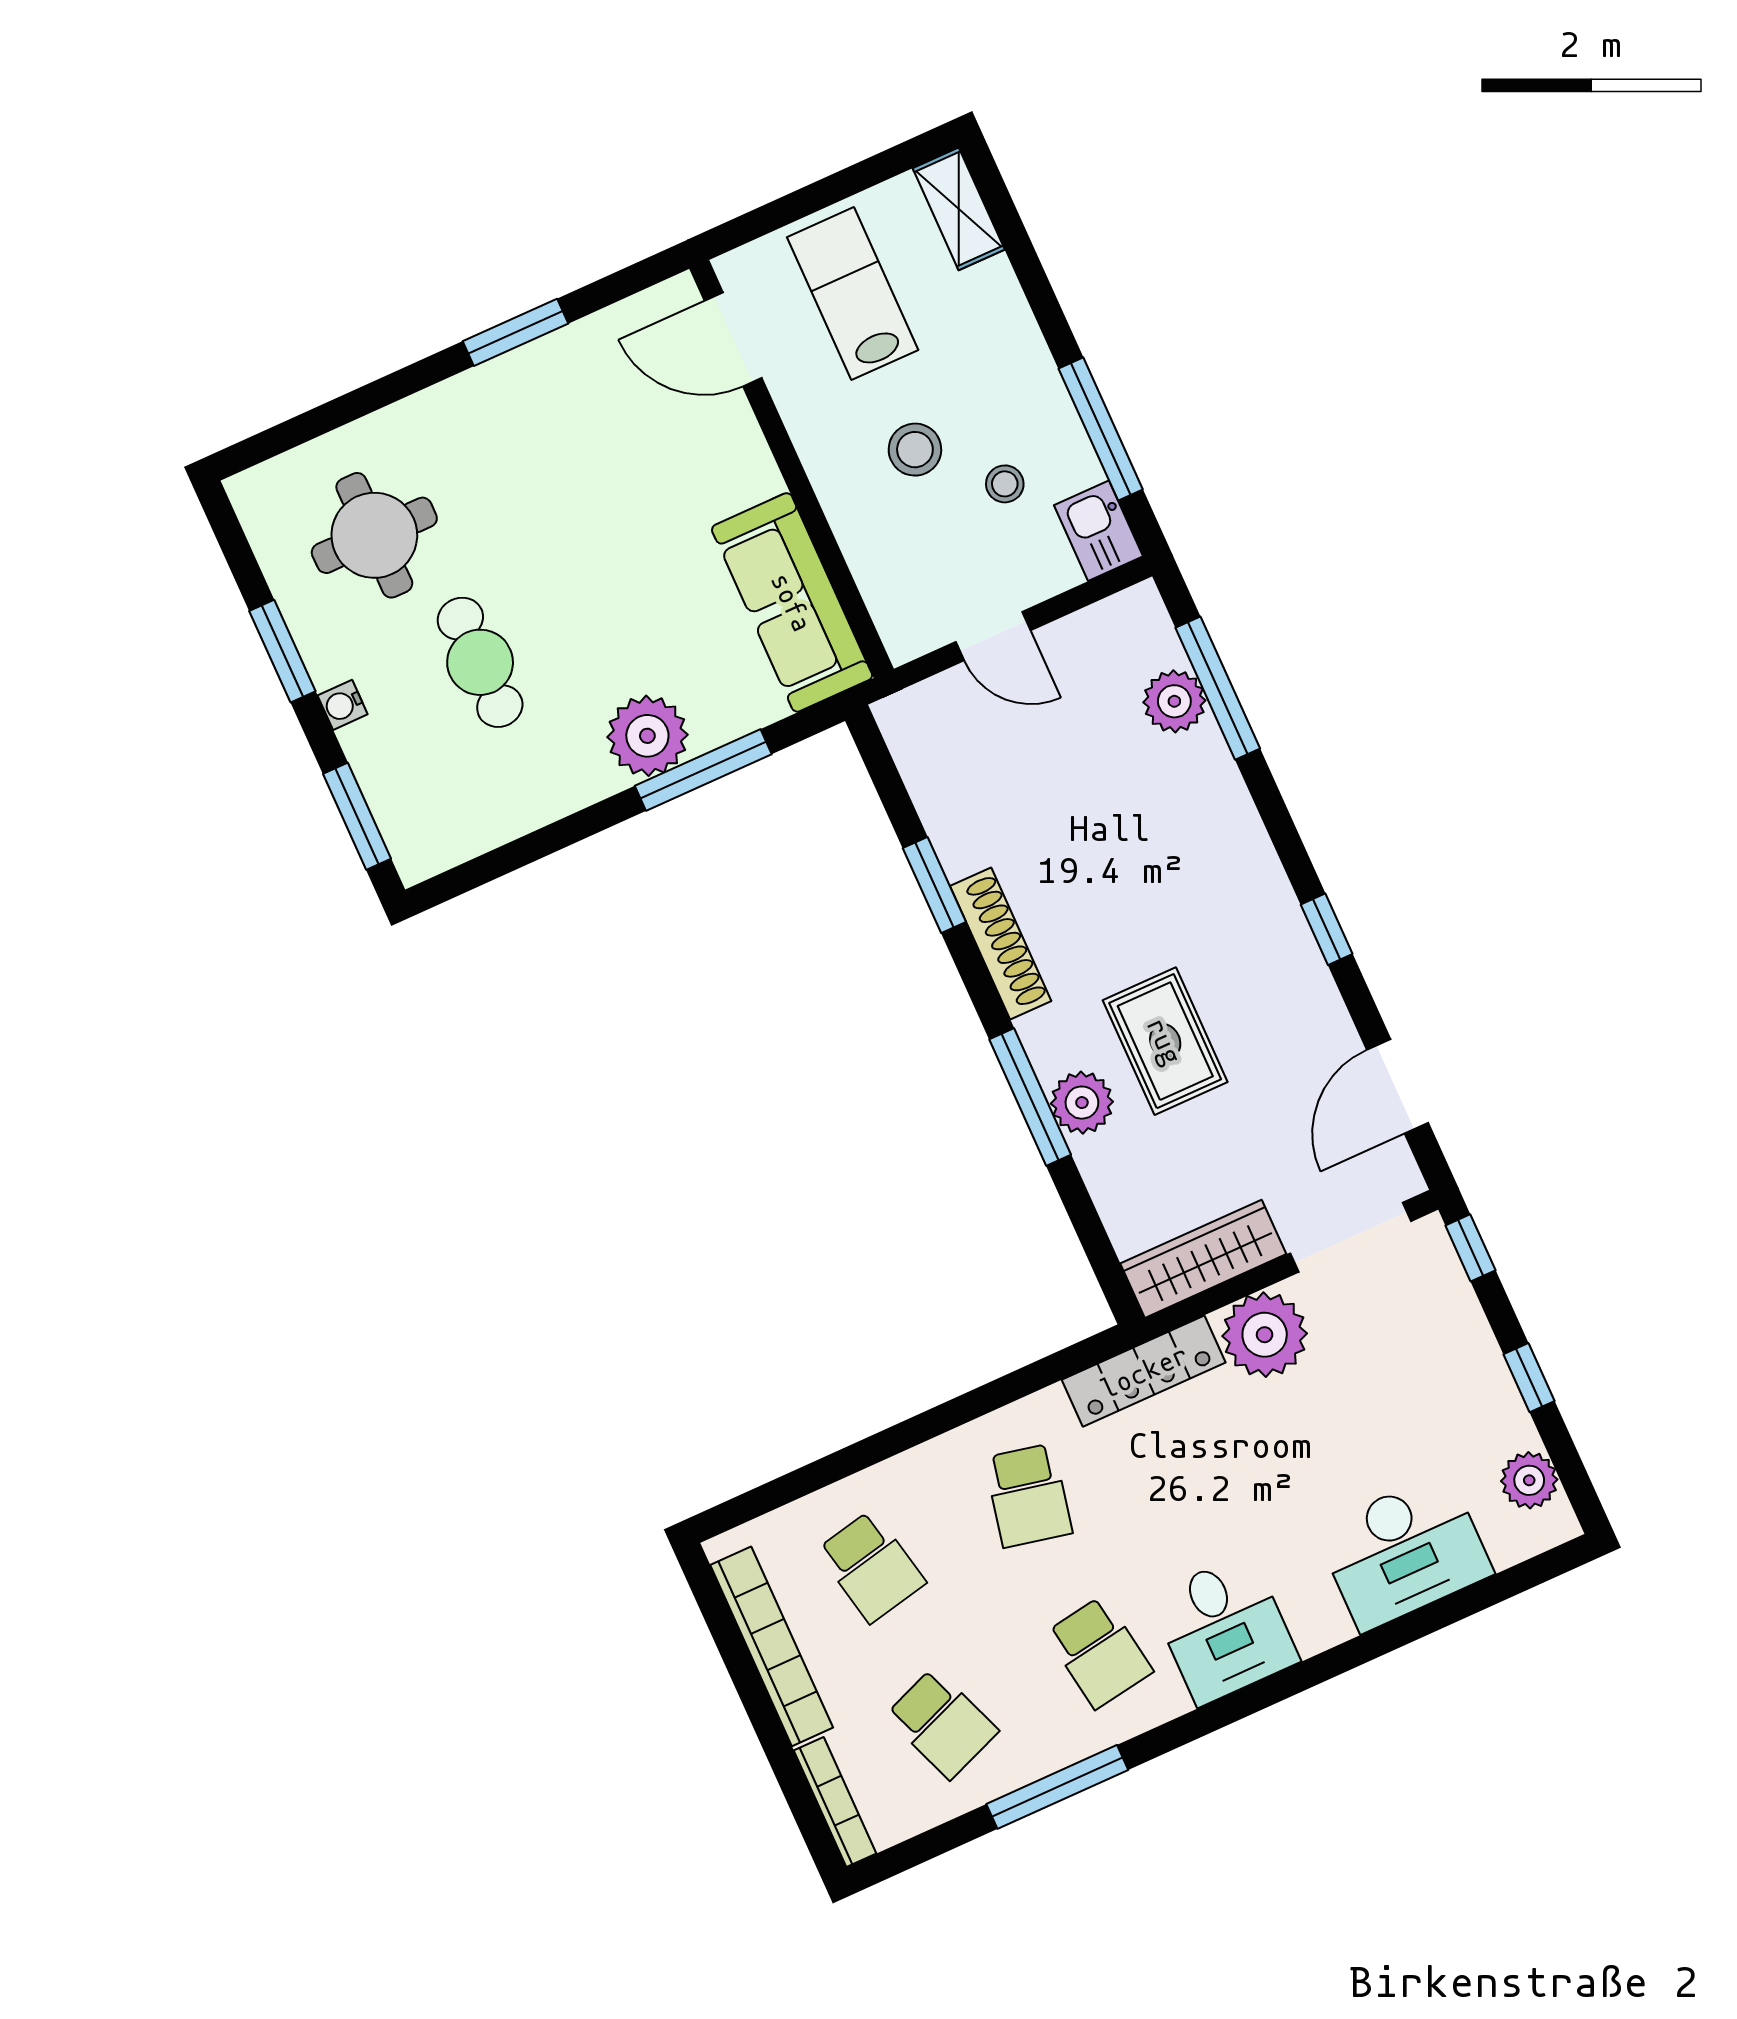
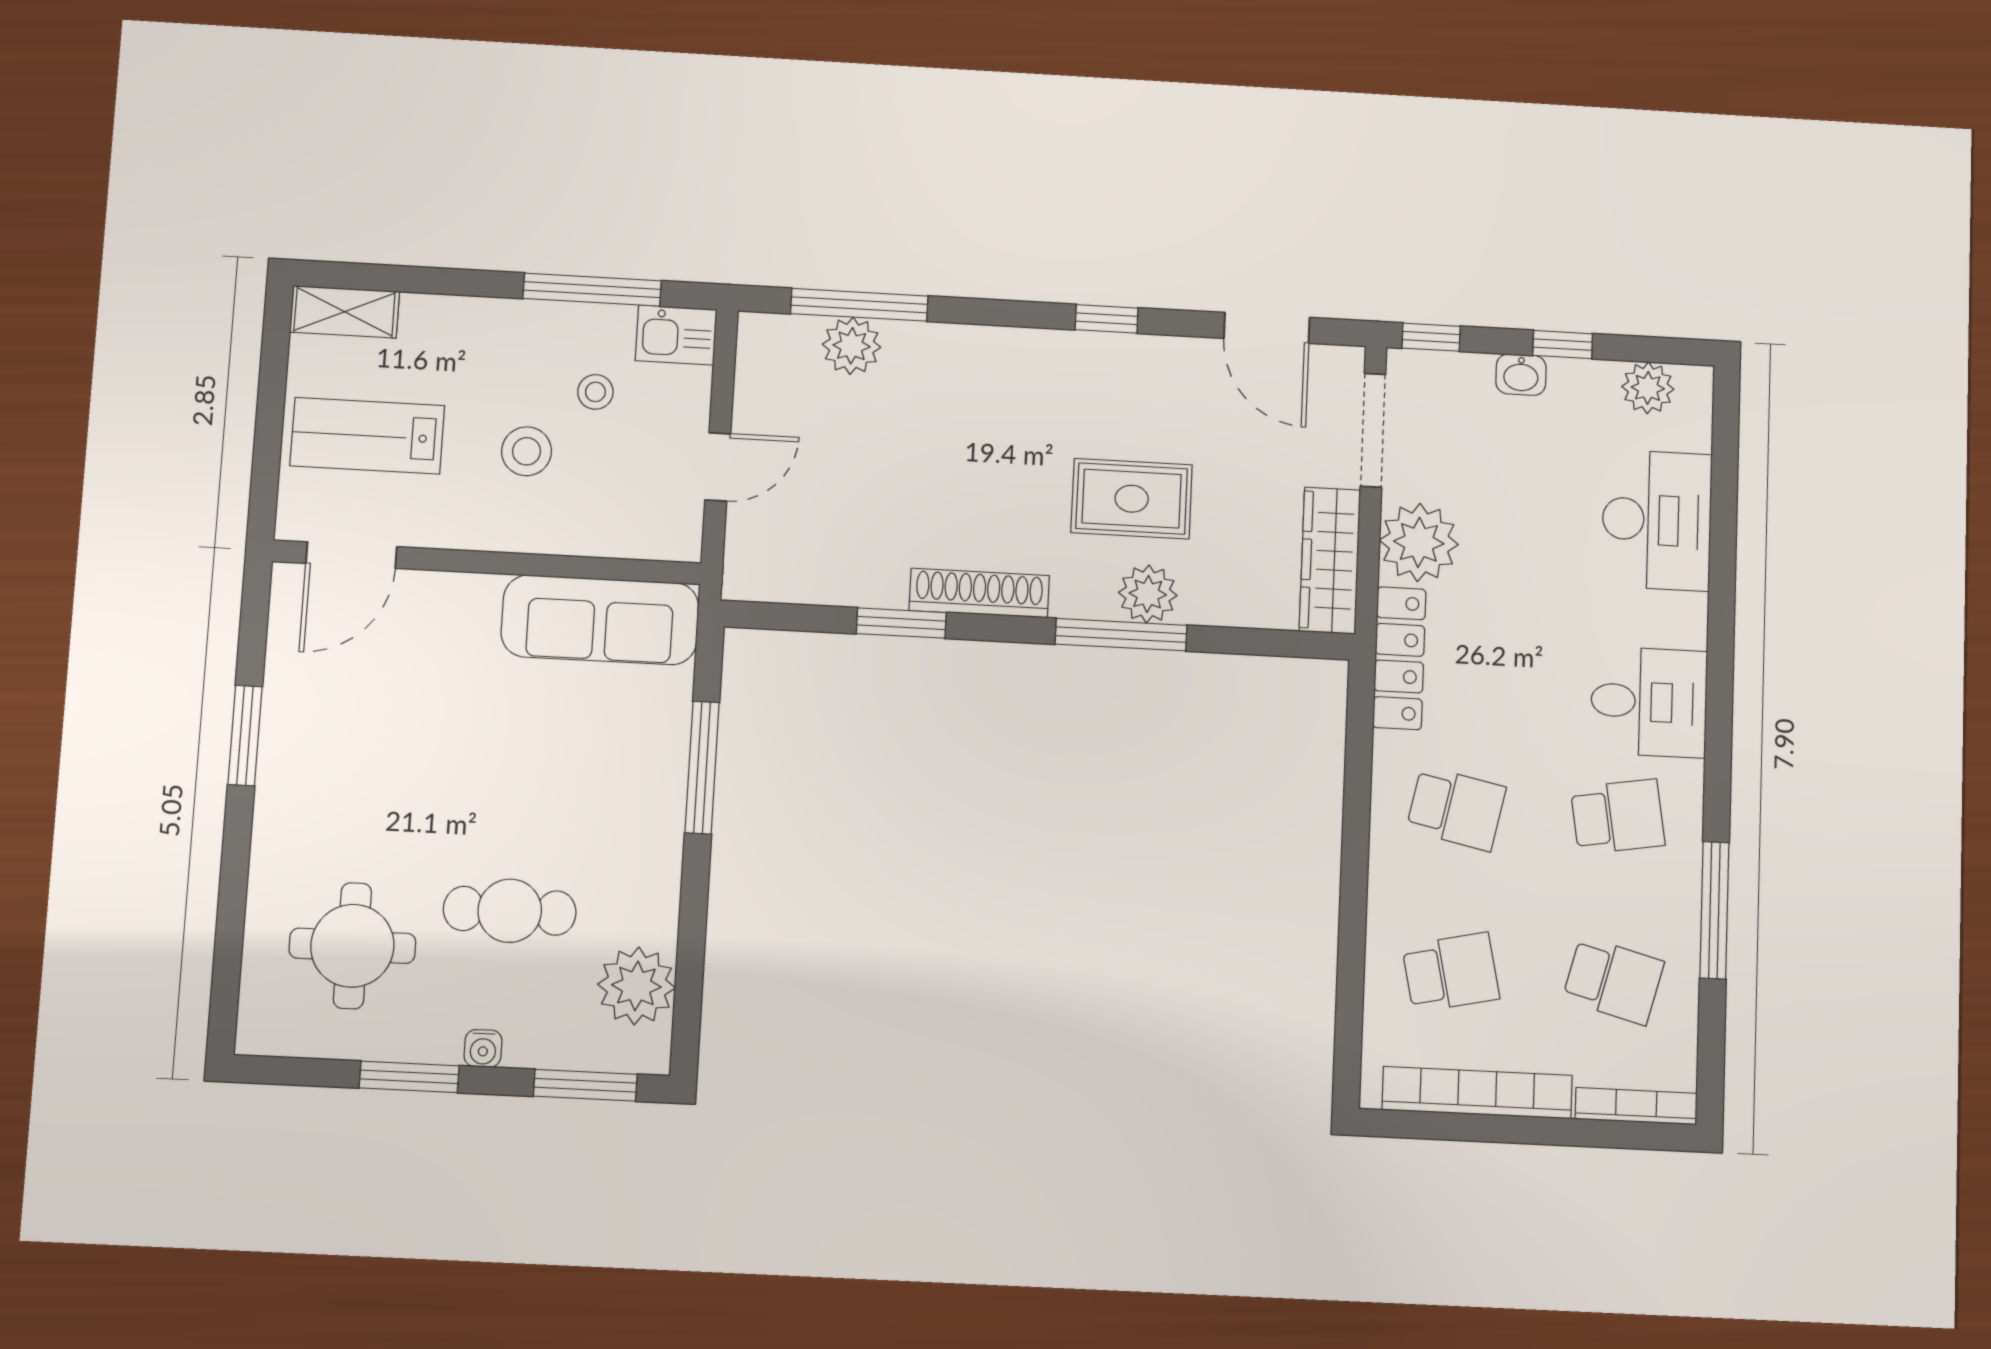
plant: (647, 736) -> (636, 986), moved
washbasin: (1479, 1352) -> (1521, 375), added
school desk: (942, 1723) -> (1613, 980), turned 36

